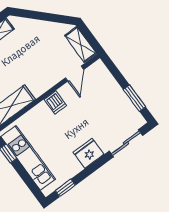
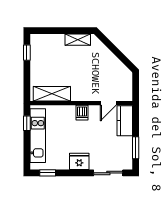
shelving: (81, 44) -> (126, 87), removed
kitchen counter: (104, 79) -> (125, 121), added

